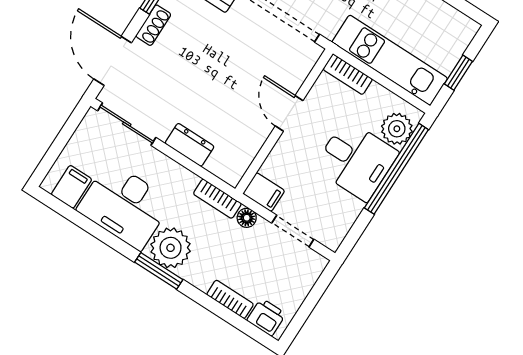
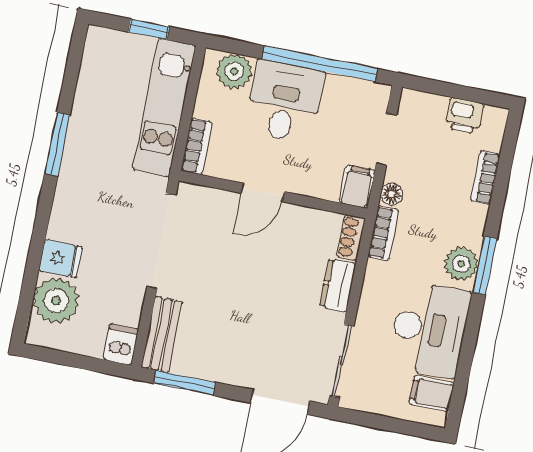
shoe rack: (153, 25) -> (351, 237), moved, turned -90
window: (396, 169) -> (320, 64), moved
plant: (171, 248) -> (461, 264), width x0.73, depth x0.73
printer: (266, 317) -> (464, 116), moved, turned -90

